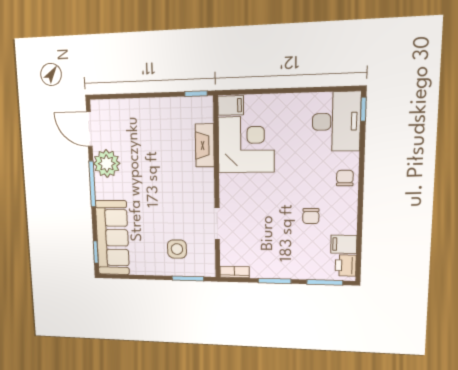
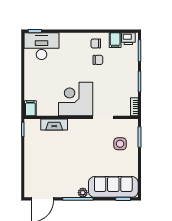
corner desk: (246, 145) -> (76, 99), moved
plant: (107, 164) -> (83, 193), moved, width x0.53, depth x0.53
chair: (345, 178) -> (96, 43), moved

